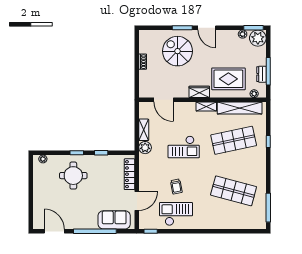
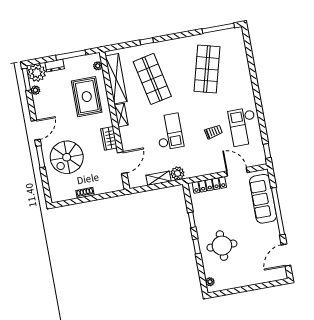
dresser: (261, 74) -> (55, 65), moved
wardrobe: (199, 92) -> (109, 138), moved
sofa: (114, 220) -> (263, 199), width x1.36

